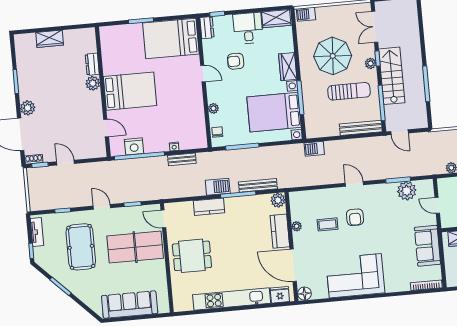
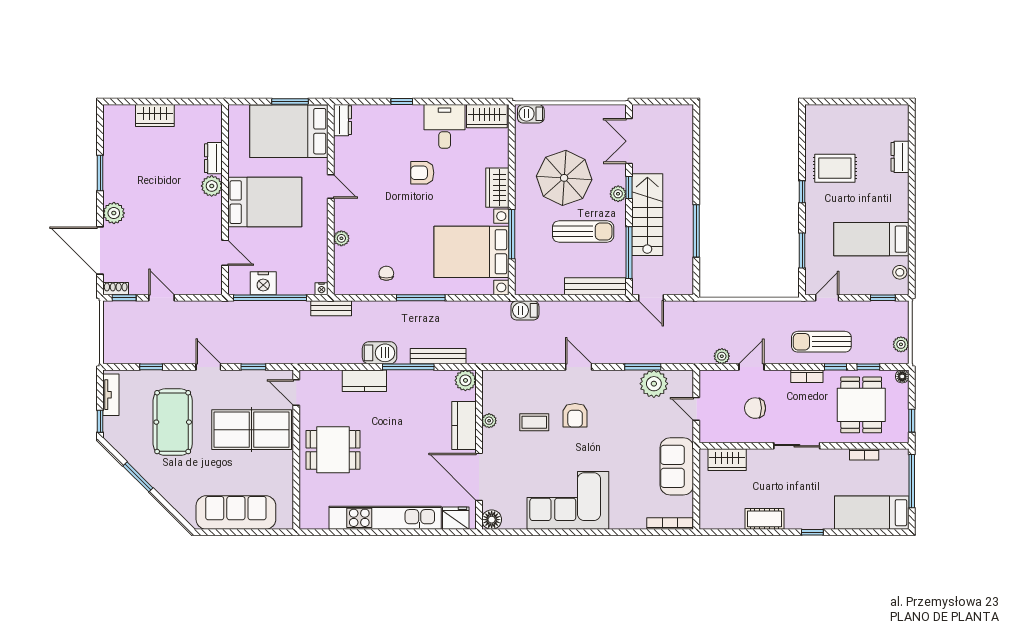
dresser: (207, 28) -> (343, 120), moved
bed: (171, 39) -> (289, 131), moved
door: (203, 74) -> (331, 186), moved
wall: (204, 83) -> (331, 200), moved
plant: (213, 108) -> (341, 238), moved

